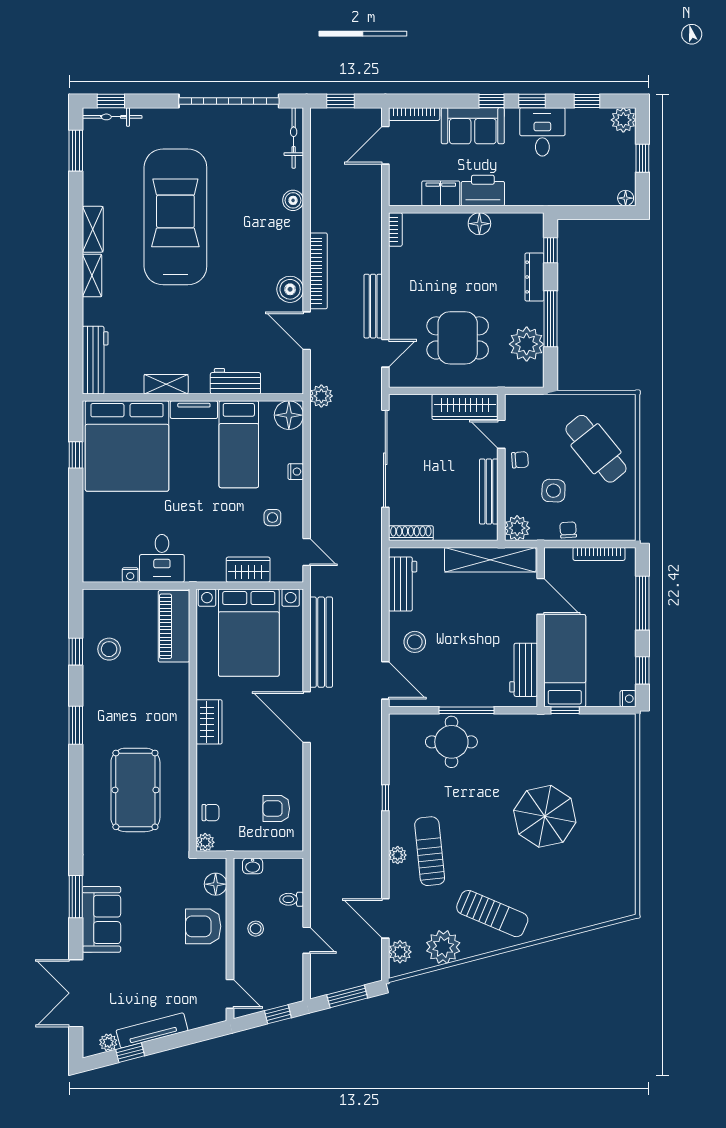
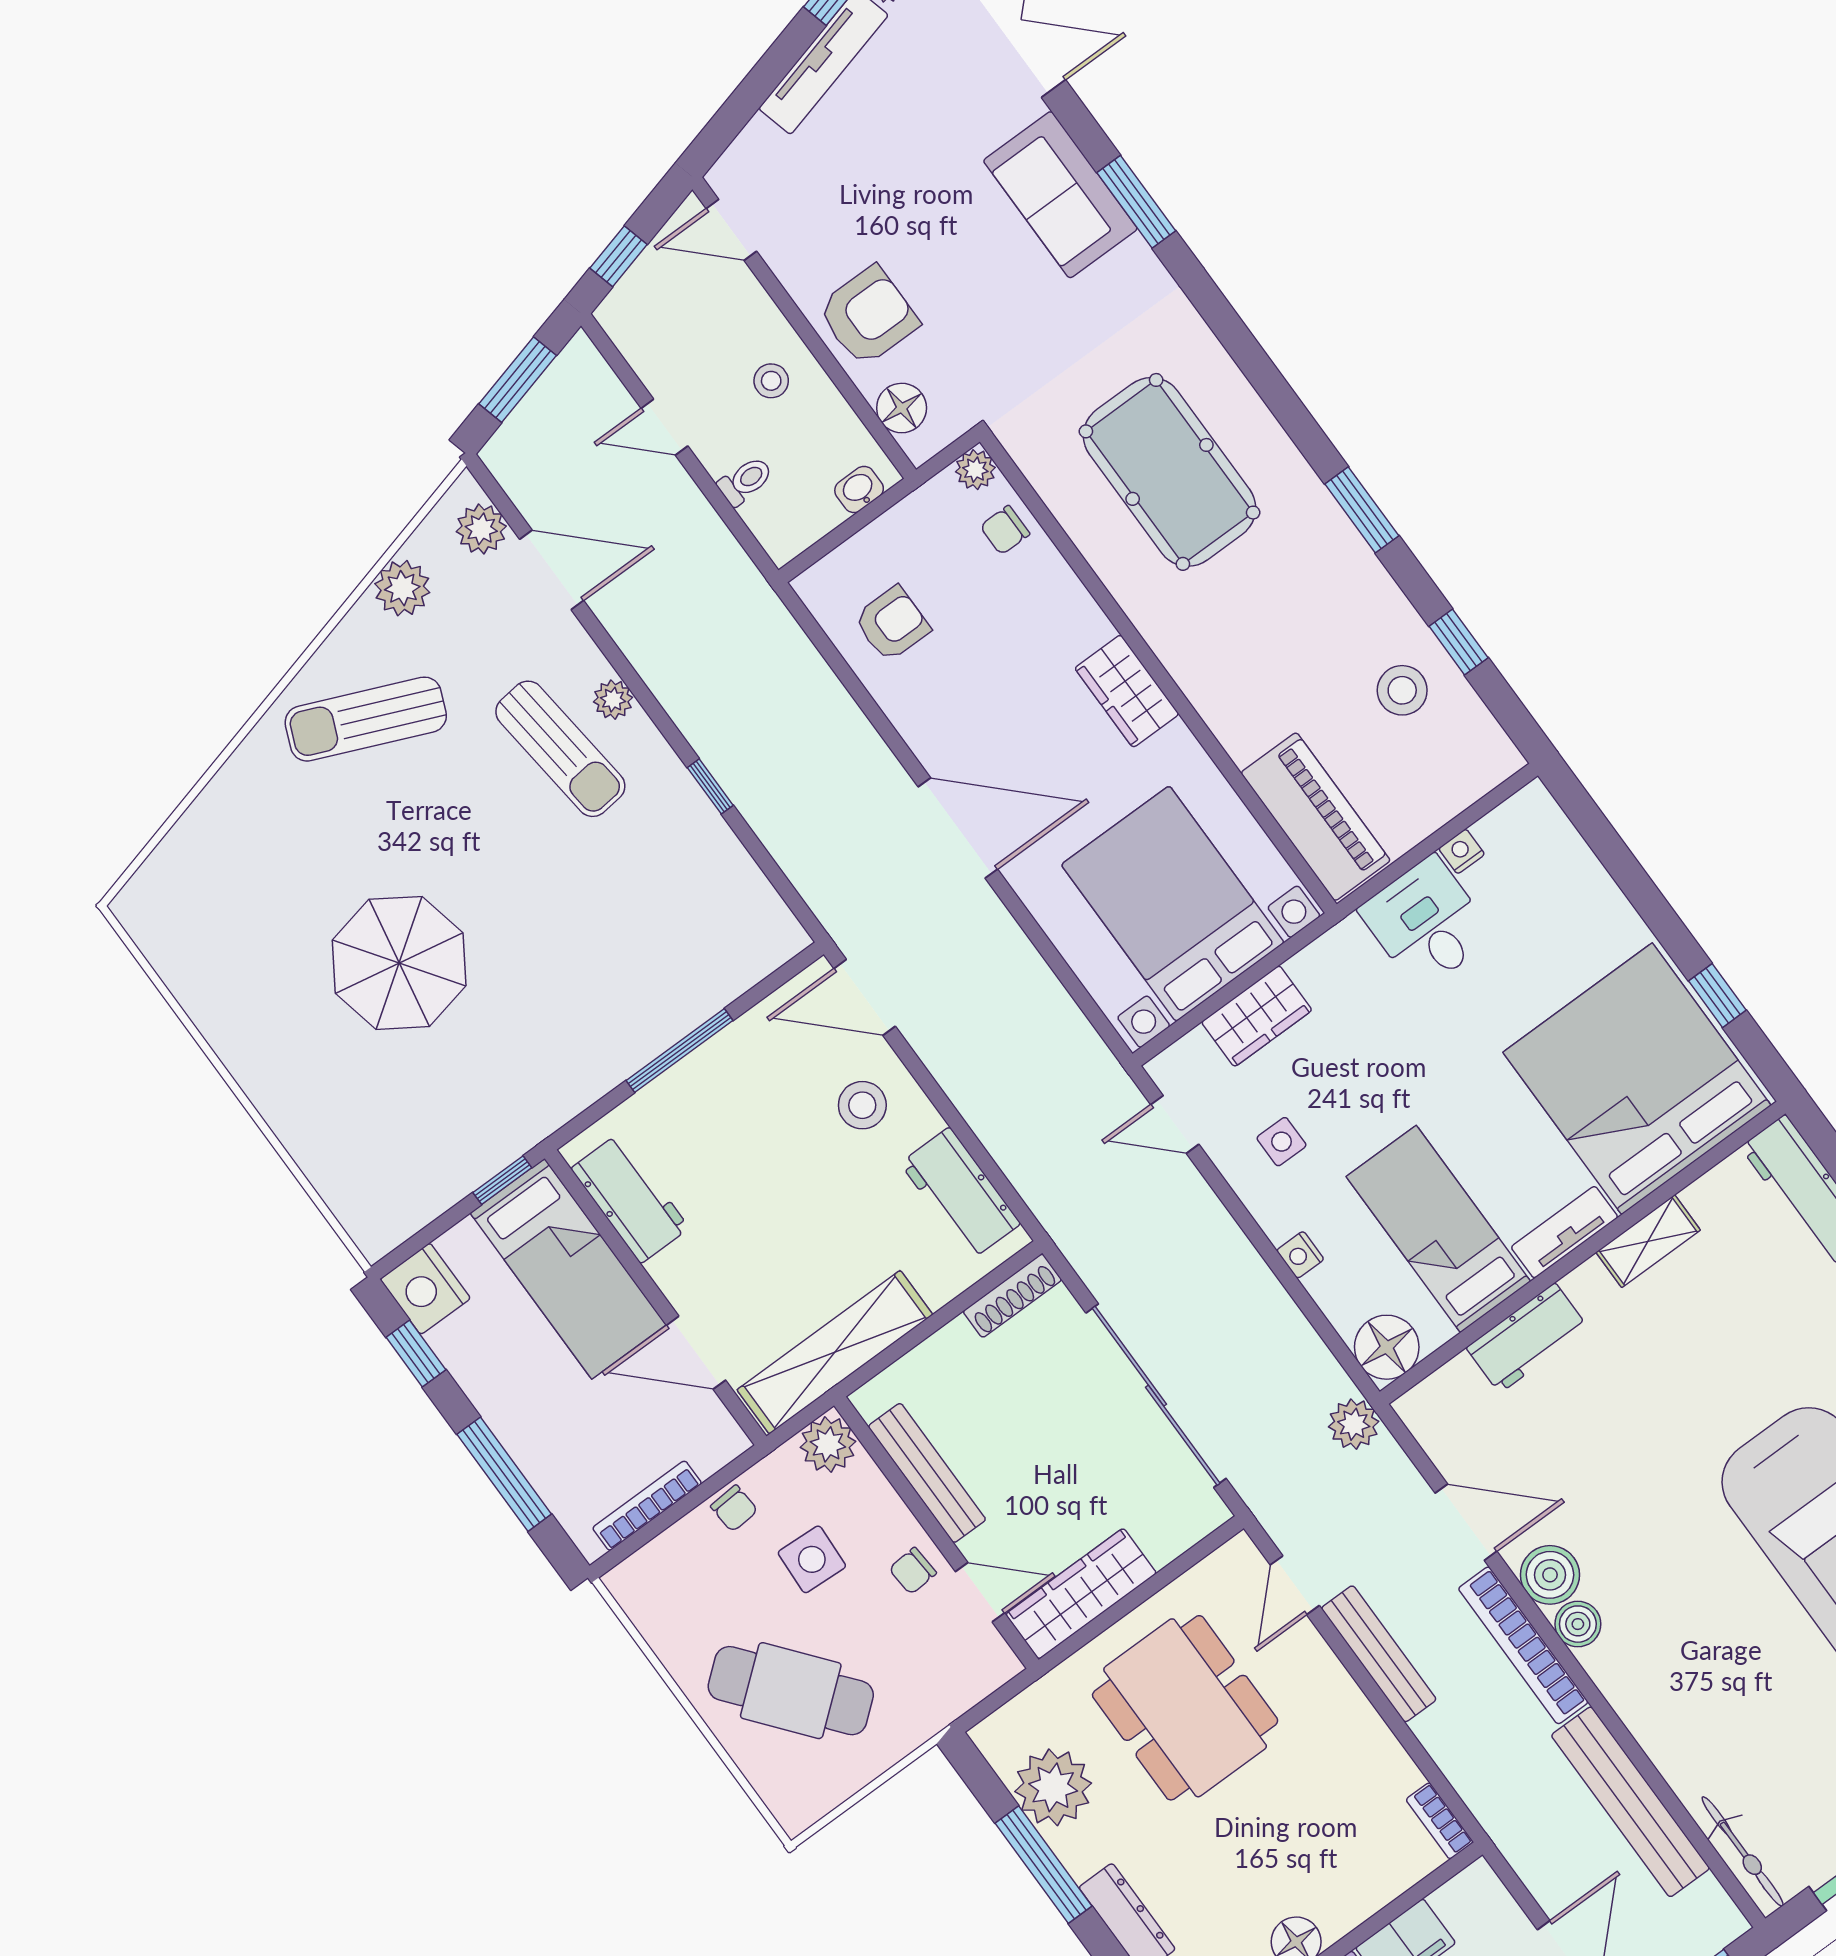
boiler: (293, 200) -> (1578, 1624), moved
dining table: (458, 338) -> (1185, 1708), width x1.38
bench: (321, 642) -> (1630, 1802), moved
nightstand: (628, 699) -> (425, 1289), width x1.89, depth x1.79
round table: (451, 742) -> (665, 974), removed
plant: (443, 947) -> (402, 588), width x0.73, depth x0.73

